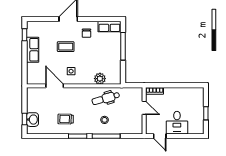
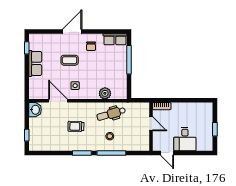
trolley: (66, 119) -> (76, 126), moved
washbasin: (32, 120) -> (35, 110), moved

